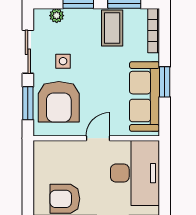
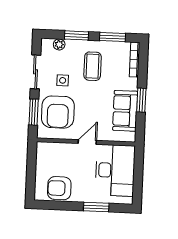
coffee table: (112, 28) -> (93, 66), moved
sofa: (144, 97) -> (125, 111), width x0.73

